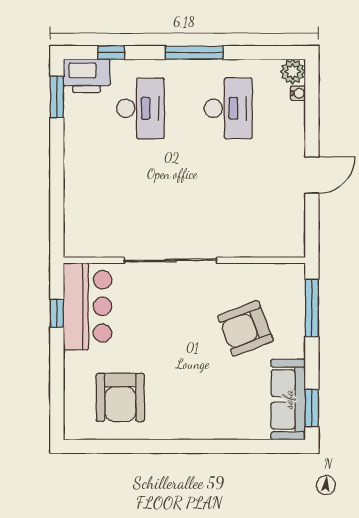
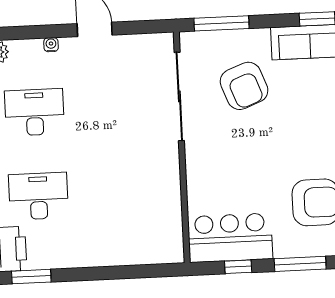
water cooler: (298, 93) -> (51, 45), moved
sliding door: (170, 260) -> (179, 96), moved
window: (57, 378) -> (300, 264), added

